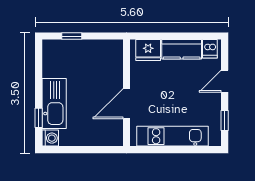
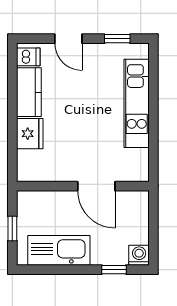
wall: (126, 93) -> (83, 186), moved
kitchen sink: (54, 104) -> (59, 250), moved
door: (126, 104) -> (96, 186), moved

